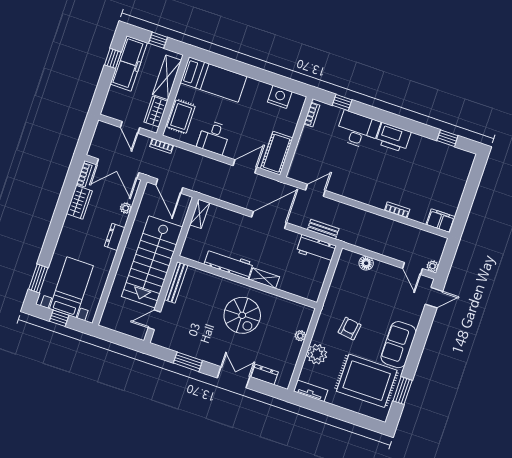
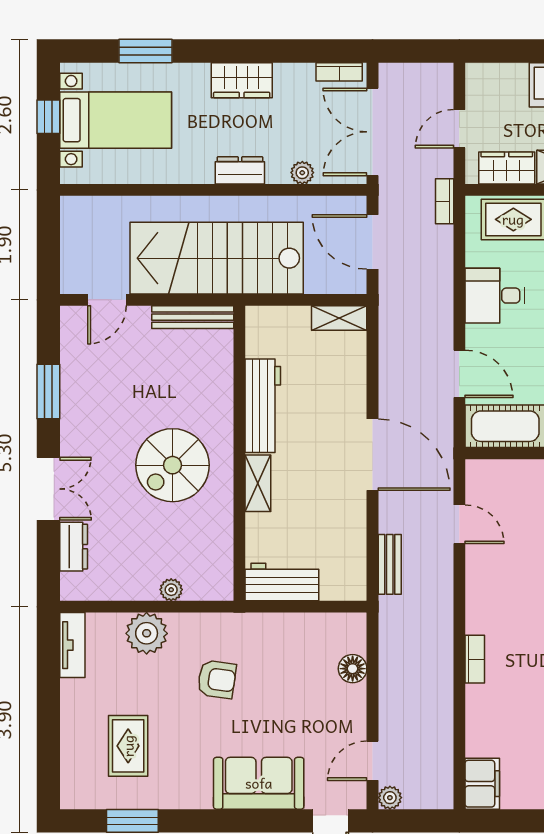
door: (169, 186) -> (373, 242), hinge flipped
wardrobe: (79, 202) -> (242, 80), moved
bookcase: (397, 210) -> (475, 659), moved
workbench: (316, 249) -> (282, 582), moved, turned 90
window: (38, 278) -> (146, 51), moved
door: (154, 320) -> (107, 300), swing flipped
sofa: (398, 345) -> (259, 783), moved
rug: (367, 381) -> (128, 746), width x0.54, depth x0.49

